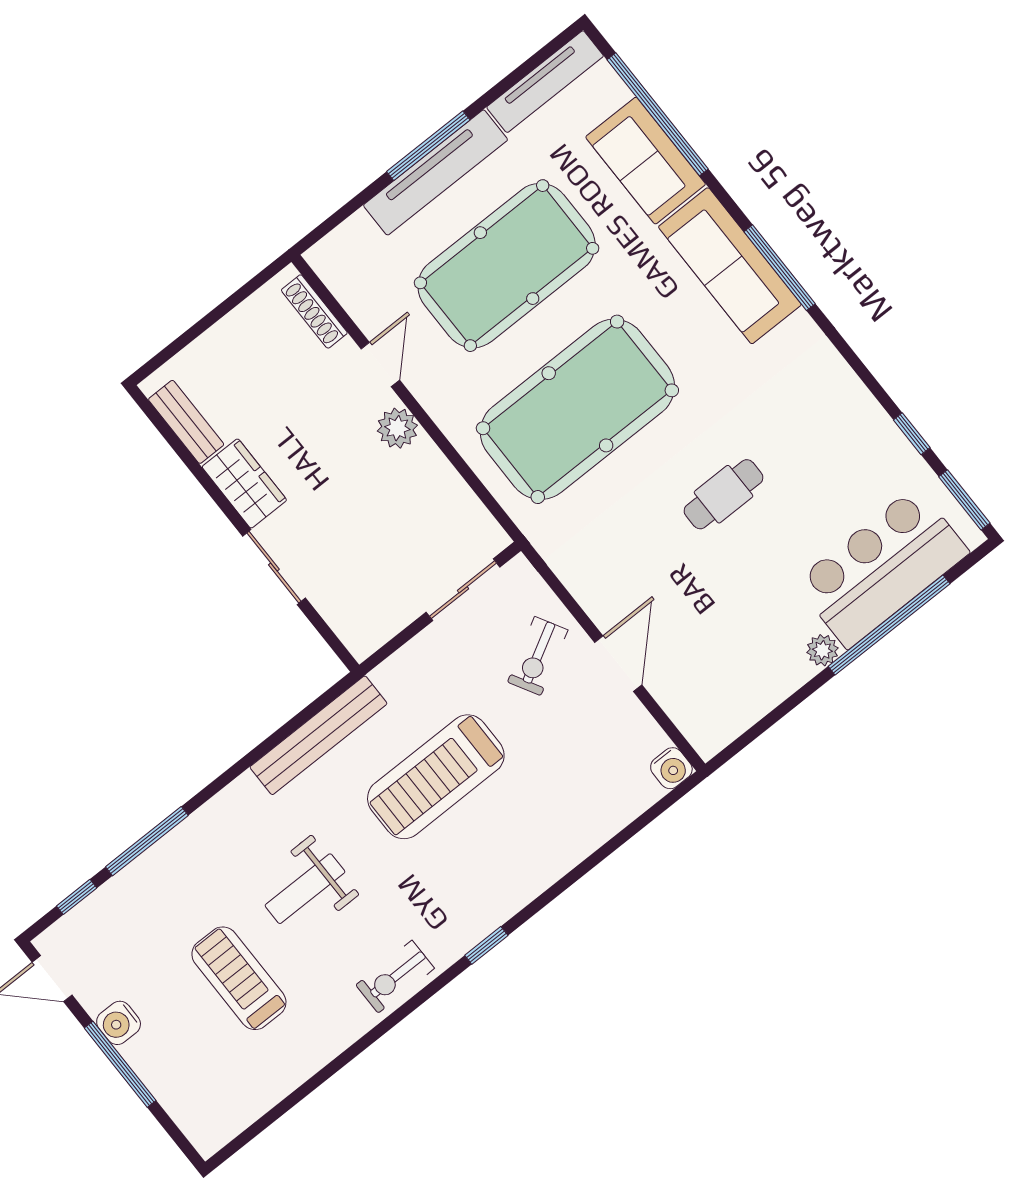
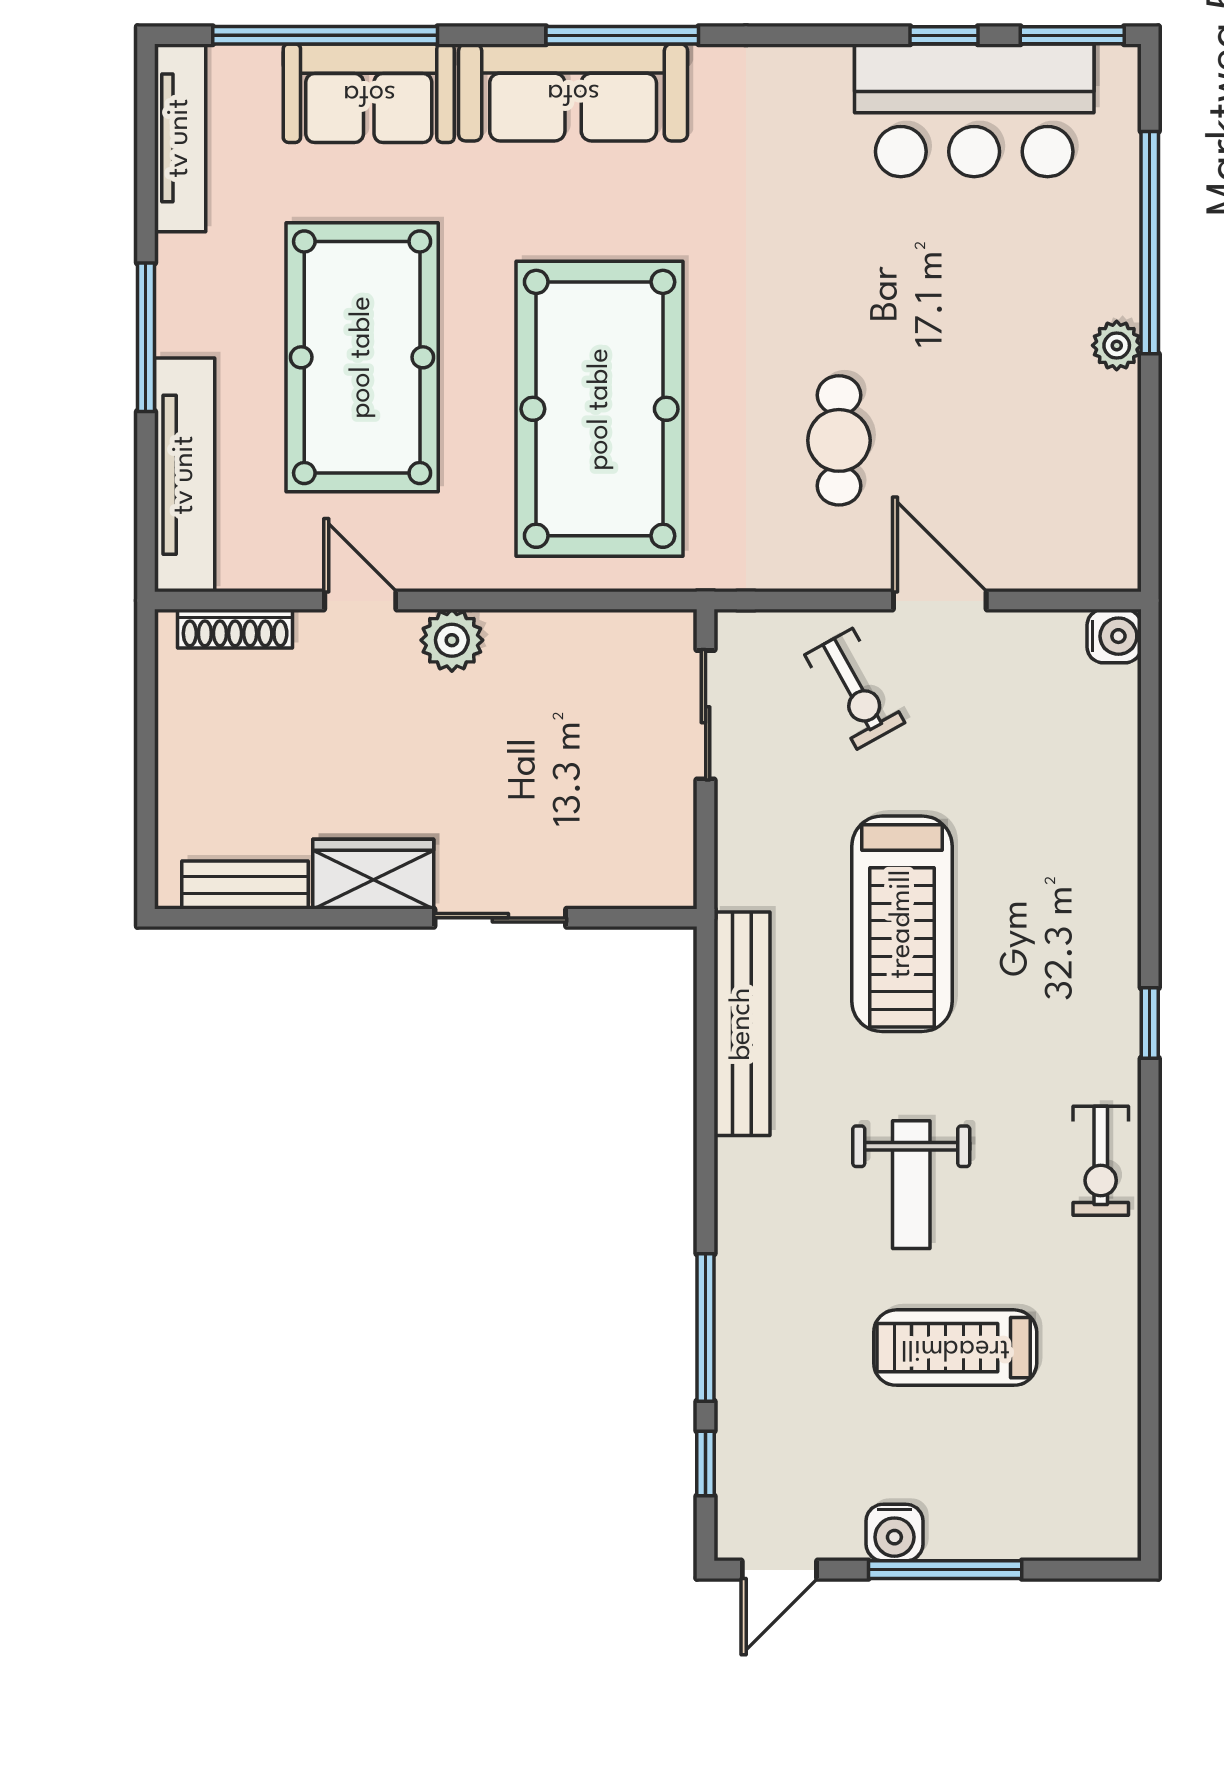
tv unit: (436, 172) -> (185, 475), moved
cafe table: (724, 494) -> (839, 440), moved
bar counter: (882, 567) -> (974, 110), moved, turned -90

